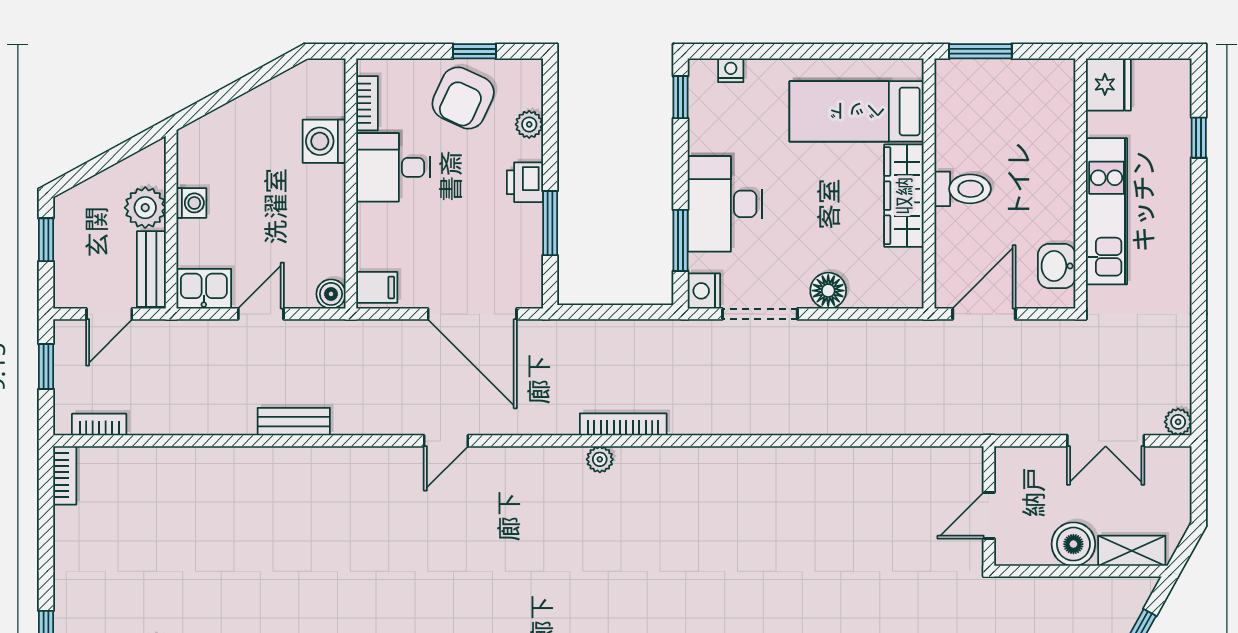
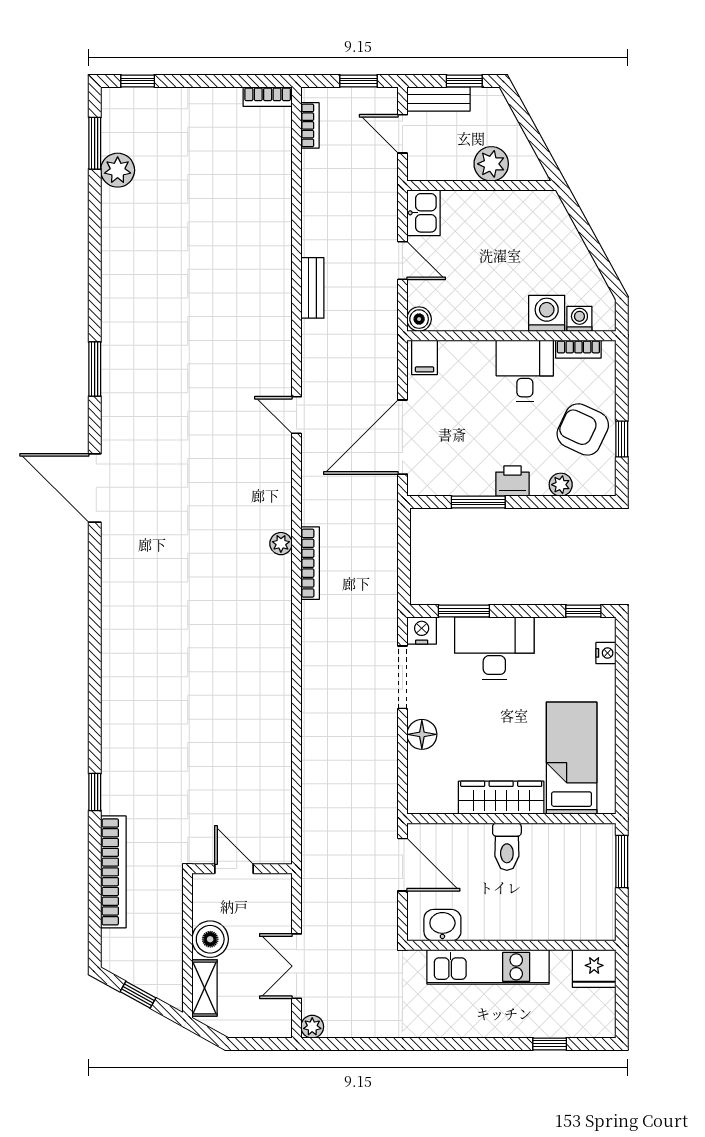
washing machine: (191, 203) -> (579, 319), moved, turned 180
bench: (151, 269) -> (439, 99), moved

